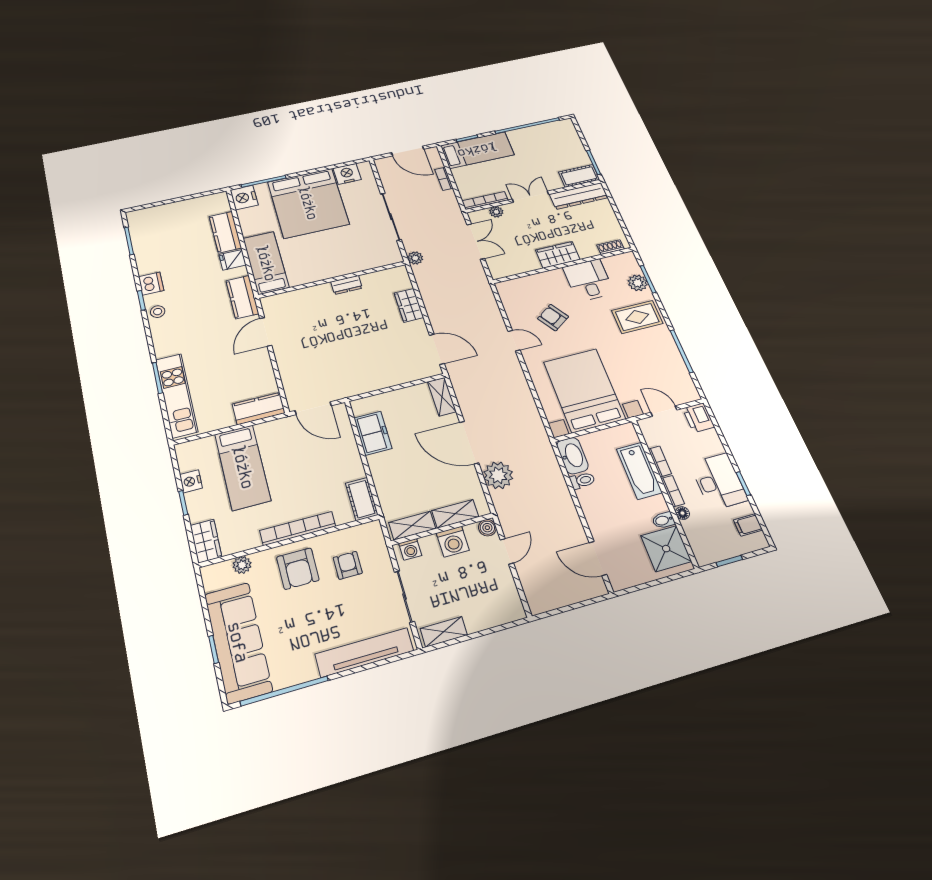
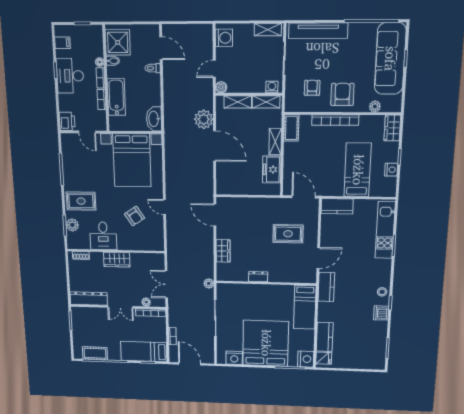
cot: (579, 176) -> (95, 353), moved
fridge: (233, 260) -> (324, 358), moved
rug: (321, 352) -> (288, 234), added
shelving: (442, 397) -> (275, 142), moved
toilet: (582, 481) -> (153, 68), moved
washing machine: (453, 542) -> (224, 38), moved, turned 90
armchair: (348, 565) -> (312, 88), turned 180

